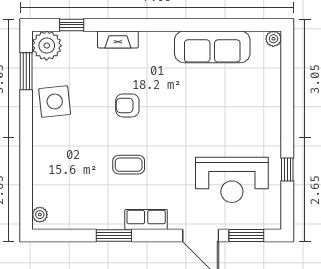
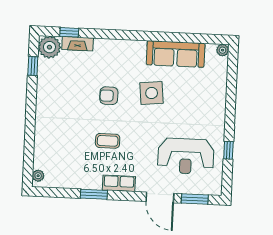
fireplace: (118, 39) -> (78, 44), moved
window: (26, 71) -> (33, 66), width x0.67
side table: (55, 101) -> (152, 93), moved

